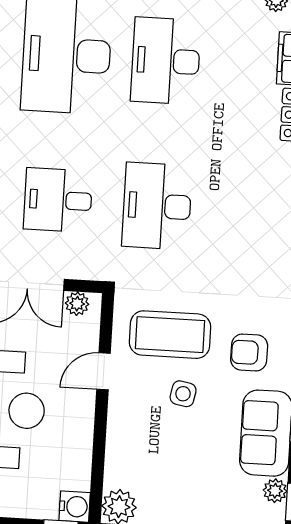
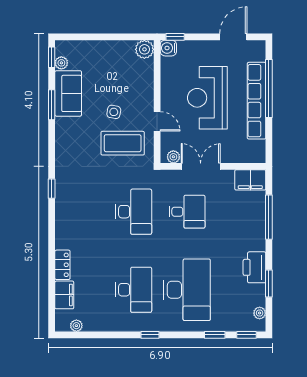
armchair: (249, 353) -> (80, 136), removed
door: (104, 371) -> (157, 121), hinge flipped

